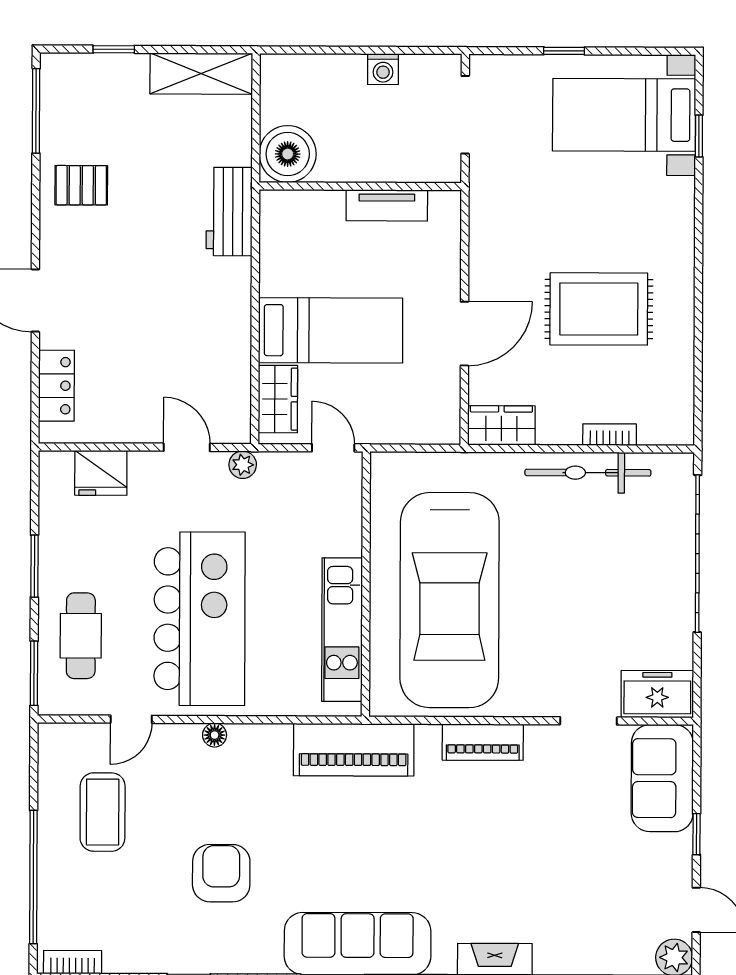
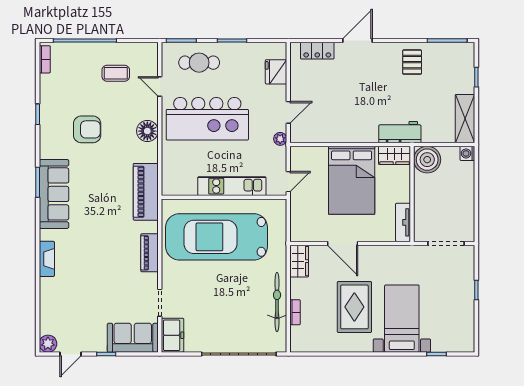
washing machine: (383, 69) -> (467, 153), moved
bed with nightstands: (624, 115) -> (402, 319), moved
tv unit: (387, 205) -> (403, 222), moved
bed: (331, 330) -> (352, 180), width x1.50
wardrobe: (278, 399) -> (394, 155), moved
kitchen unit: (342, 630) -> (232, 186), moved
floor lamp: (215, 735) -> (147, 131), width x1.89, depth x1.89
coffee table: (103, 812) -> (116, 73), width x0.73, depth x0.77

